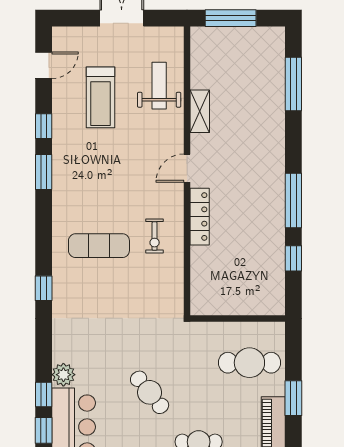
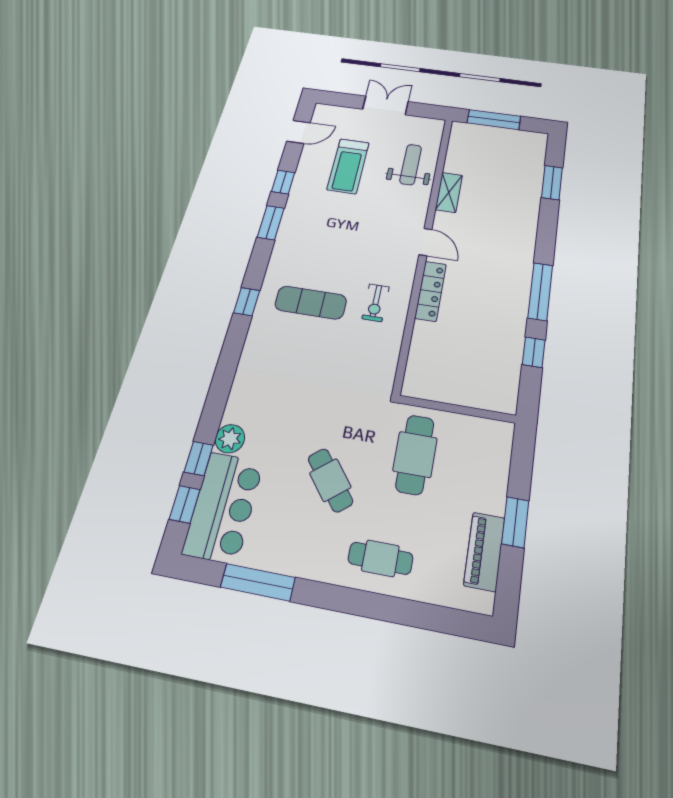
window: (293, 84) -> (552, 183), width x0.69
door: (187, 168) -> (425, 242), swing flipped
window: (44, 288) -> (247, 302), moved
cafe table: (249, 363) -> (415, 454), moved, turned 90

